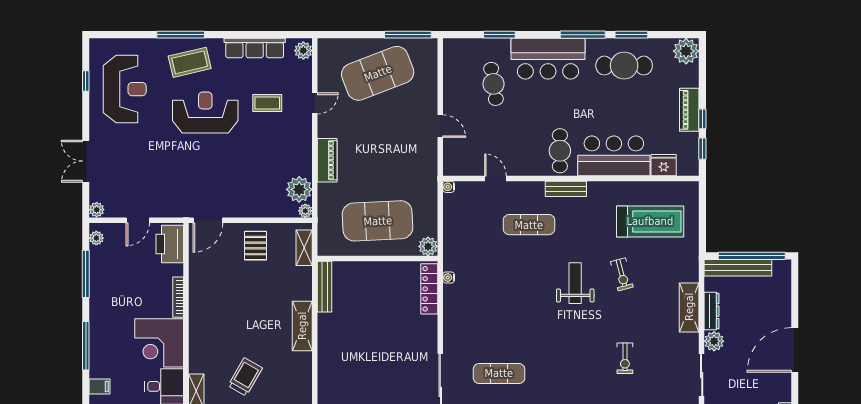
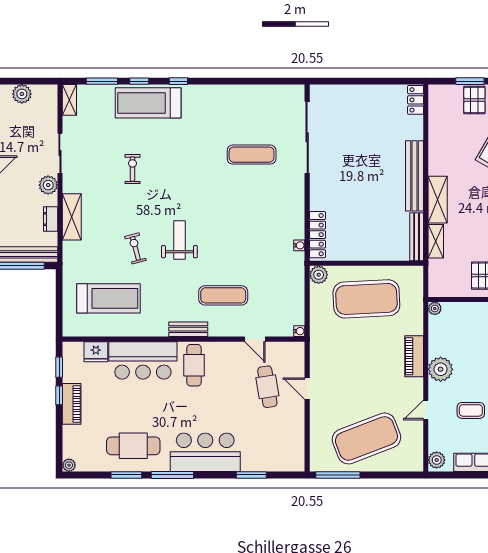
plant: (686, 51) -> (69, 465), width x0.53, depth x0.53
cafe table: (493, 84) -> (267, 387), moved
plant: (299, 189) -> (441, 369), moved
treadmill: (650, 221) -> (109, 298), turned 180
shelving: (304, 248) -> (436, 241), moved
weight bench: (575, 283) -> (179, 240), turned 180
dresser: (712, 311) -> (51, 219), width x0.70
bench: (327, 351) -> (415, 176), added

